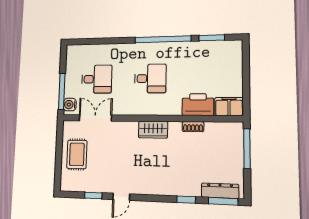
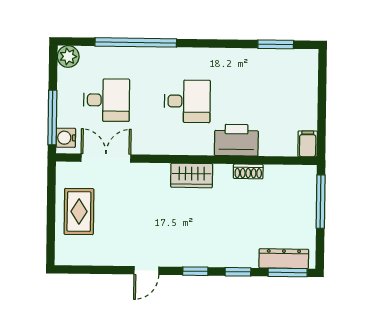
window: (163, 39) -> (136, 42), moved
plant: (73, 52) -> (68, 56), added
printer: (198, 105) -> (236, 140), moved
filing cabinet: (229, 107) -> (308, 144), width x0.50
window: (93, 196) -> (195, 271), moved

